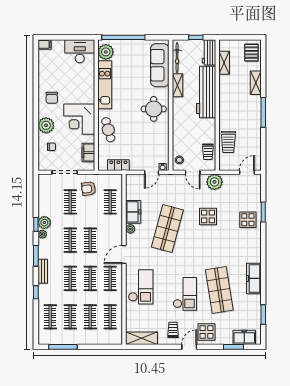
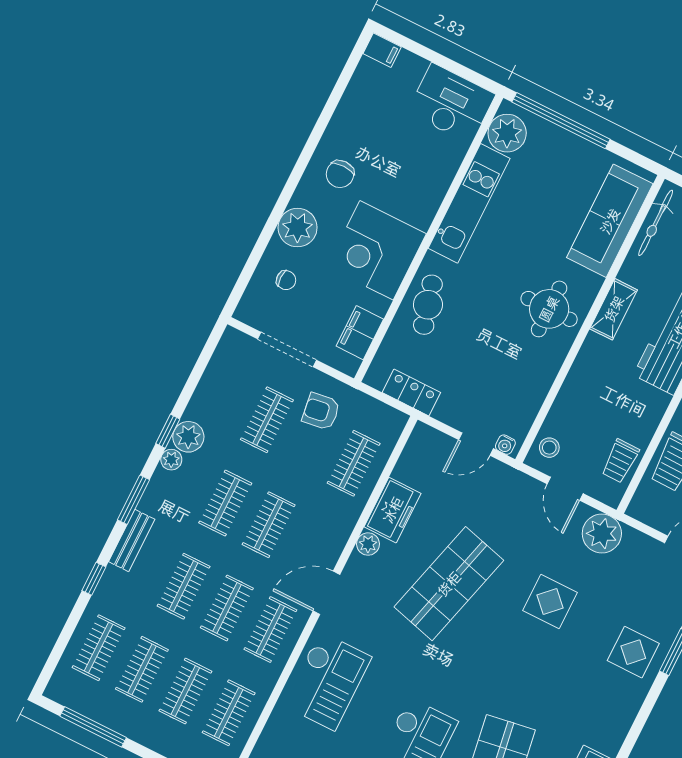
shelving: (177, 85) -> (614, 309), moved

